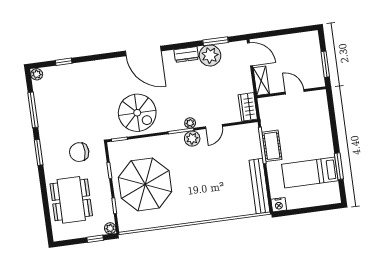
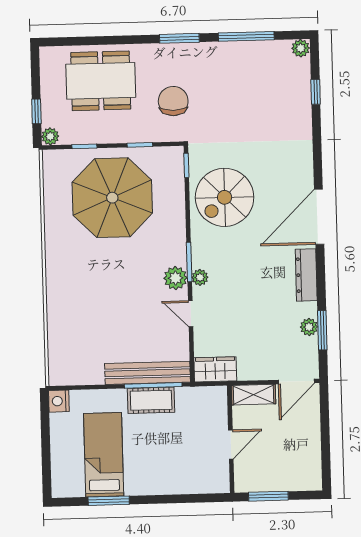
dresser: (186, 55) -> (306, 275), width x1.44
plant: (210, 55) -> (309, 327), width x0.53, depth x0.53
bench: (260, 186) -> (147, 373), moved

